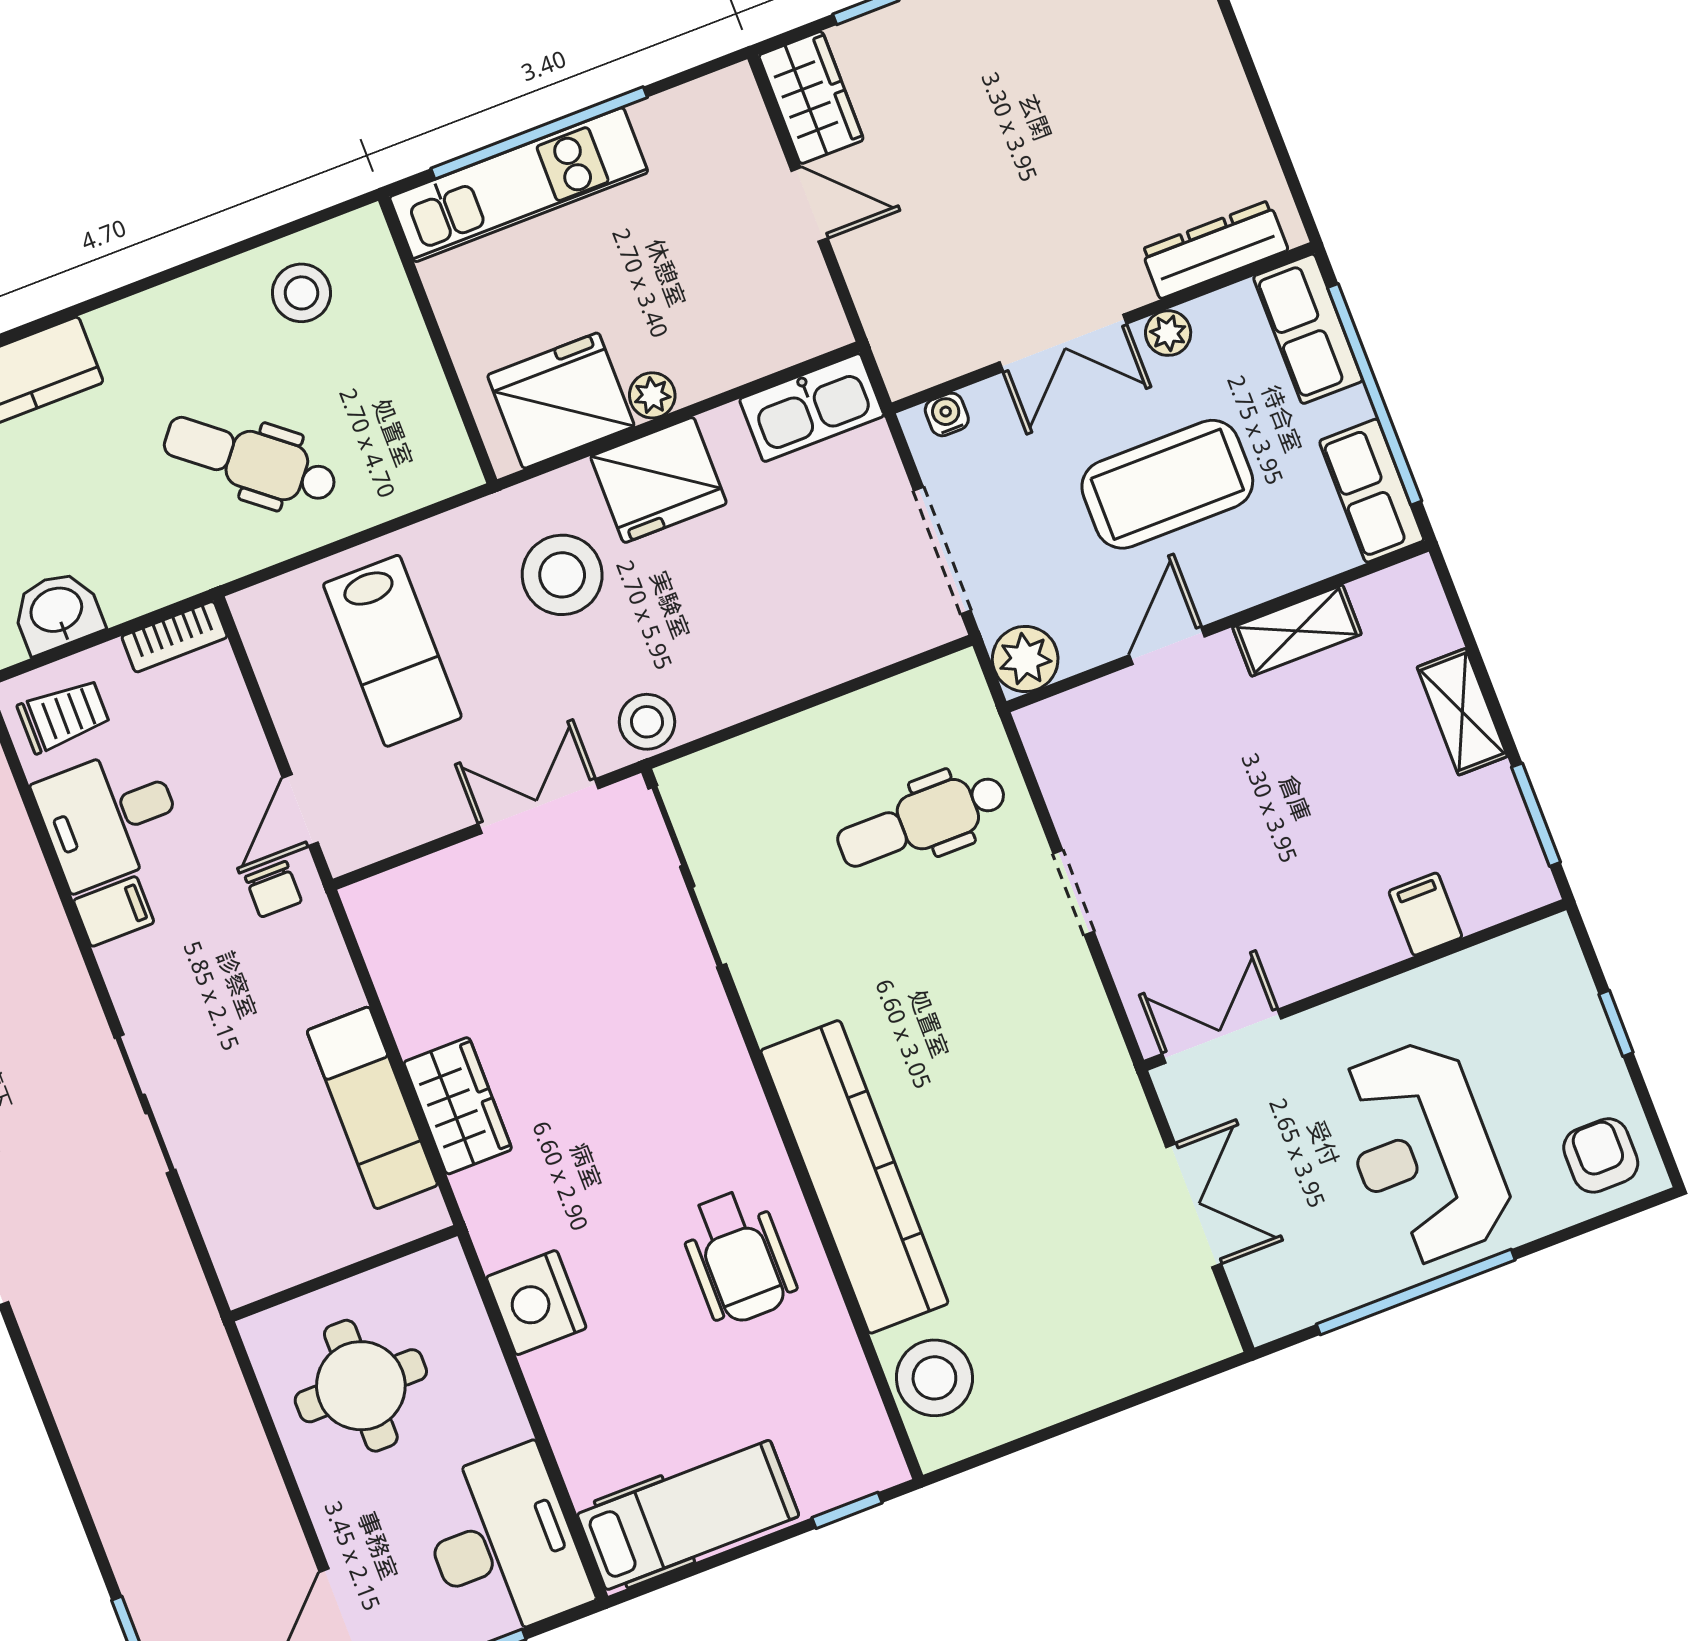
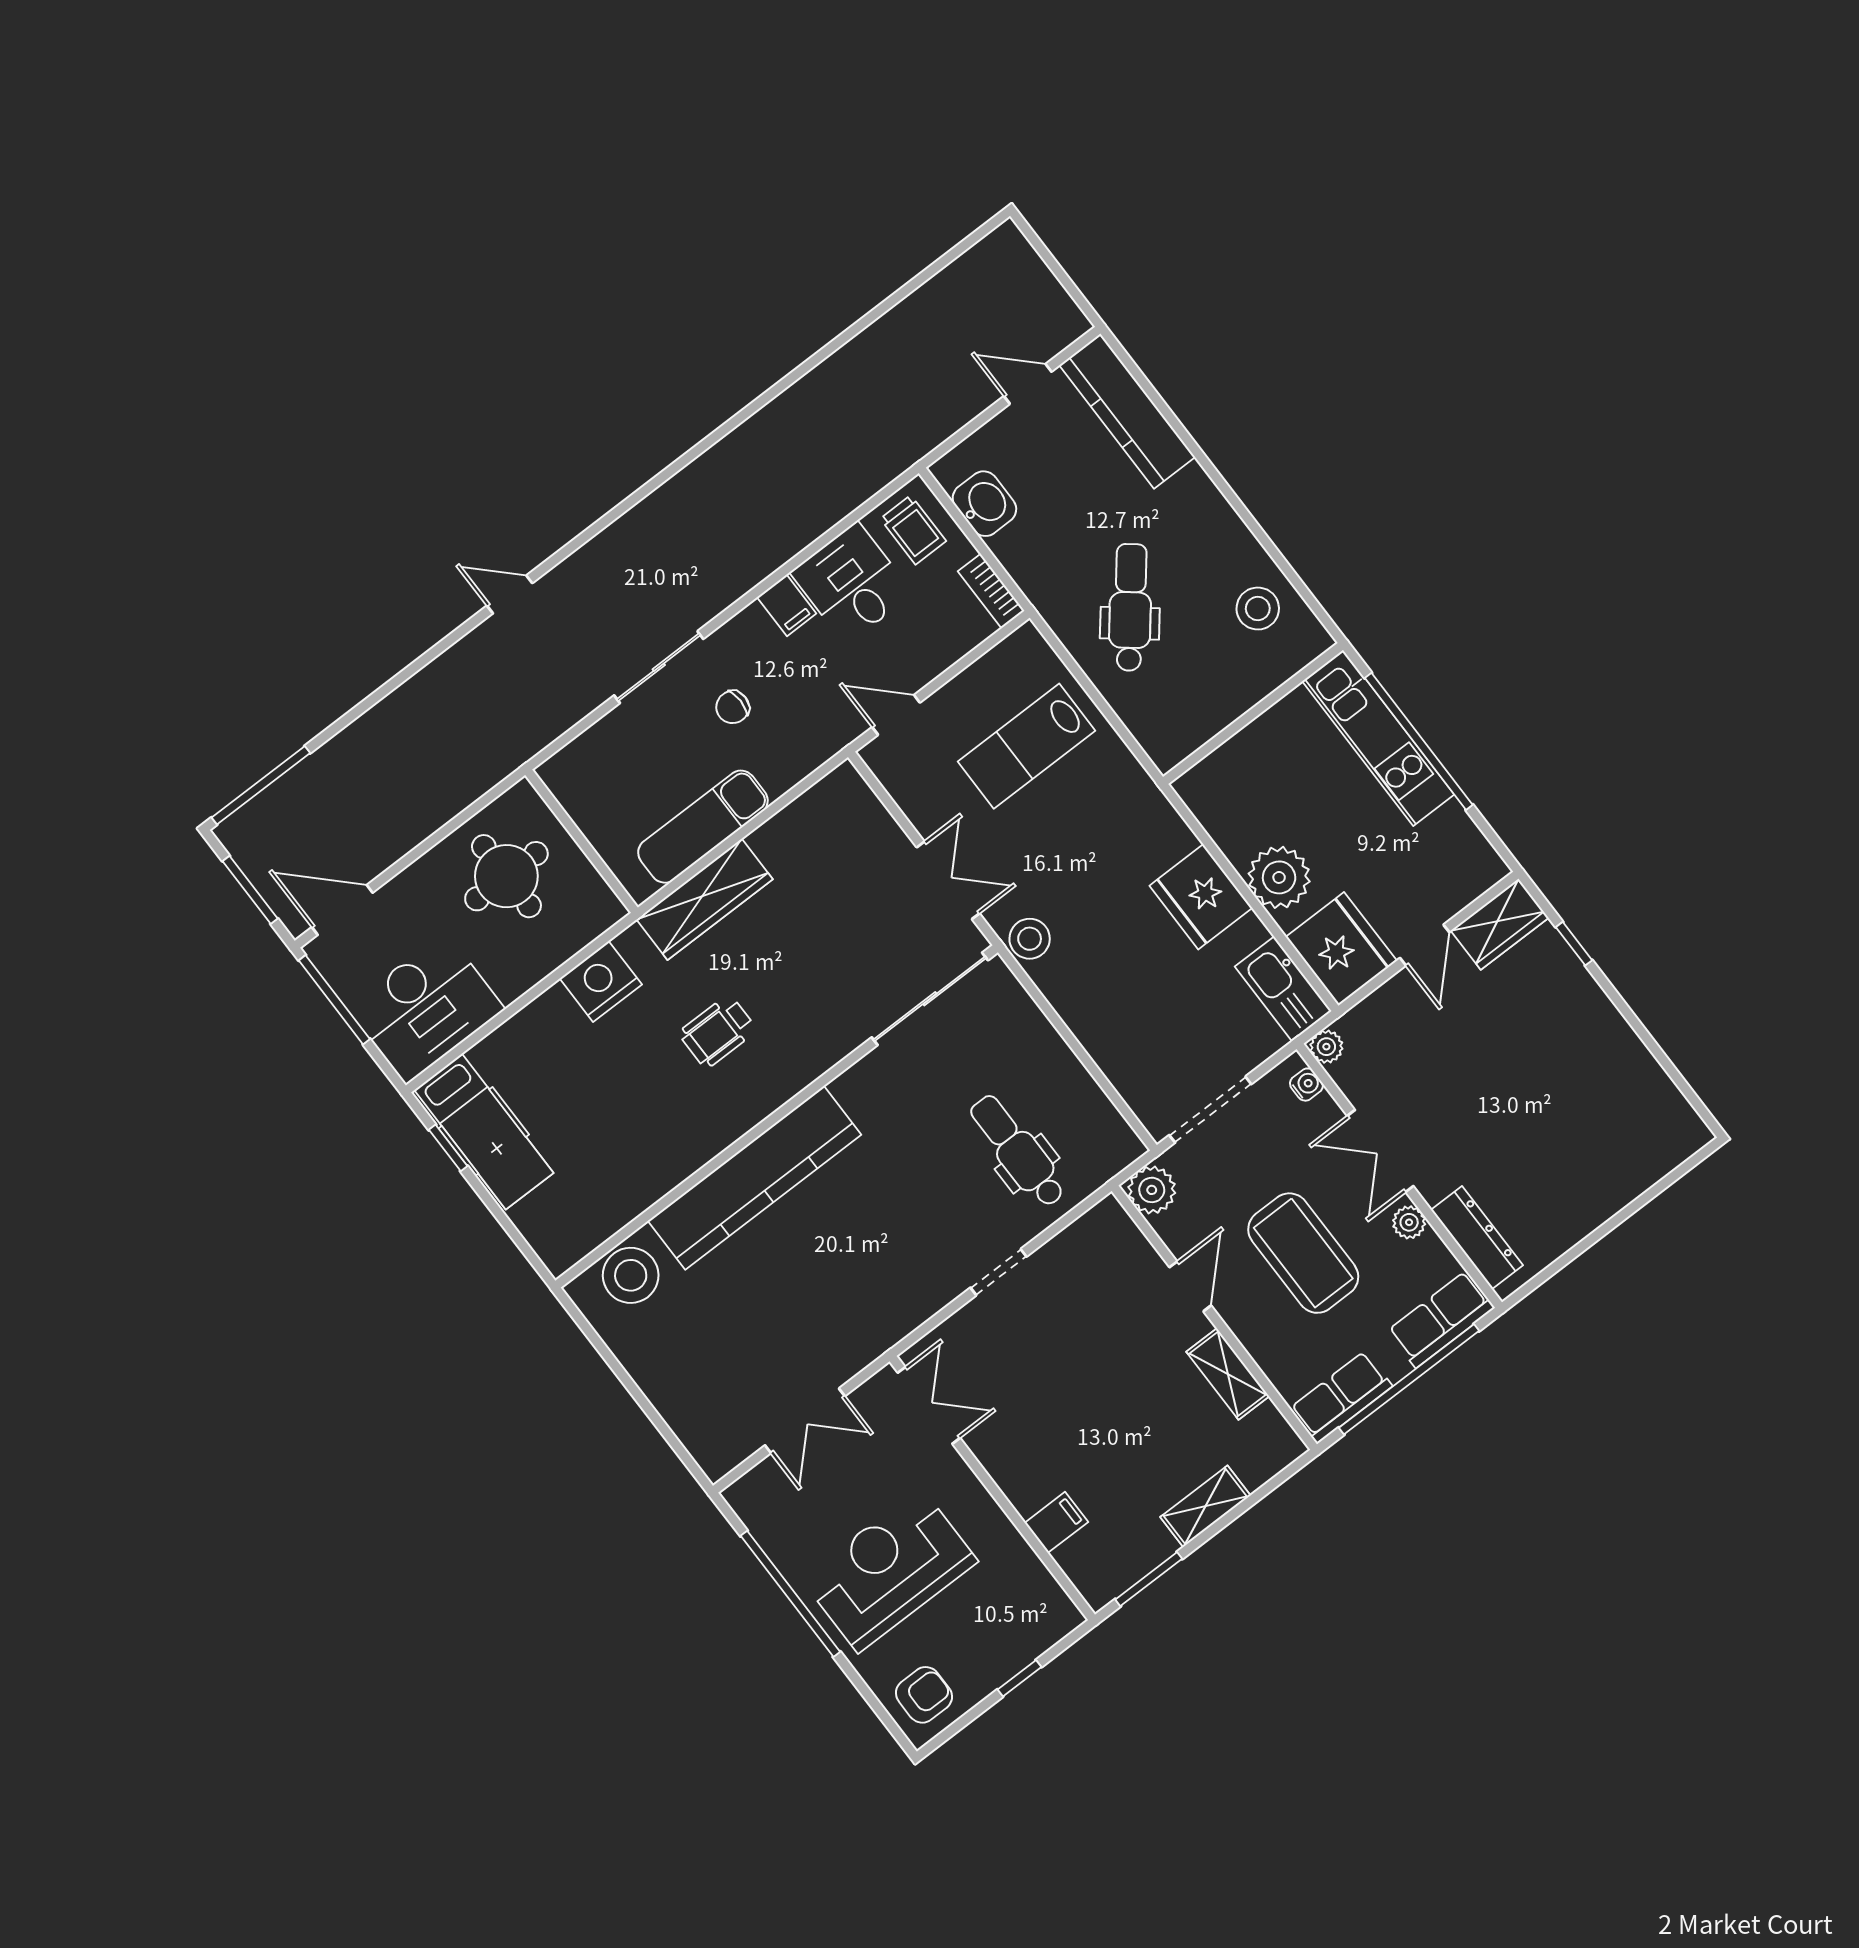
plant: (905, 373) -> (1326, 1047), added
plant: (652, 395) -> (1279, 877), width x1.88, depth x1.88
fridge: (561, 401) -> (1341, 949), moved
stool: (562, 575) -> (1115, 849), removed
door: (1167, 646) -> (1190, 1286), hinge flipped
chair: (273, 889) -> (733, 707), moved
wardrobe: (458, 1106) -> (705, 899), width x1.50
wheelchair: (738, 1257) -> (718, 1031), moved, width x0.73, depth x0.73
window: (847, 1510) -> (448, 1148), moved

